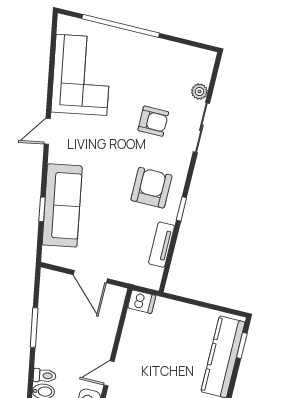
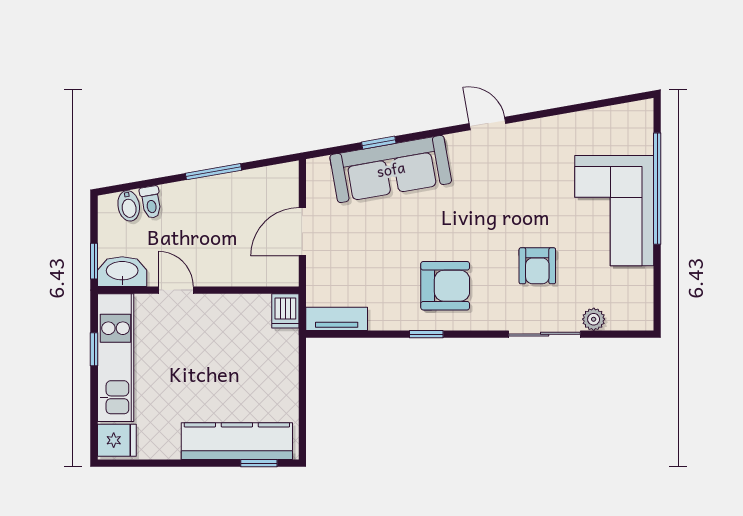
corner sofa: (81, 75) -> (614, 211), moved, turned 100
tv unit: (162, 245) -> (337, 319), moved

